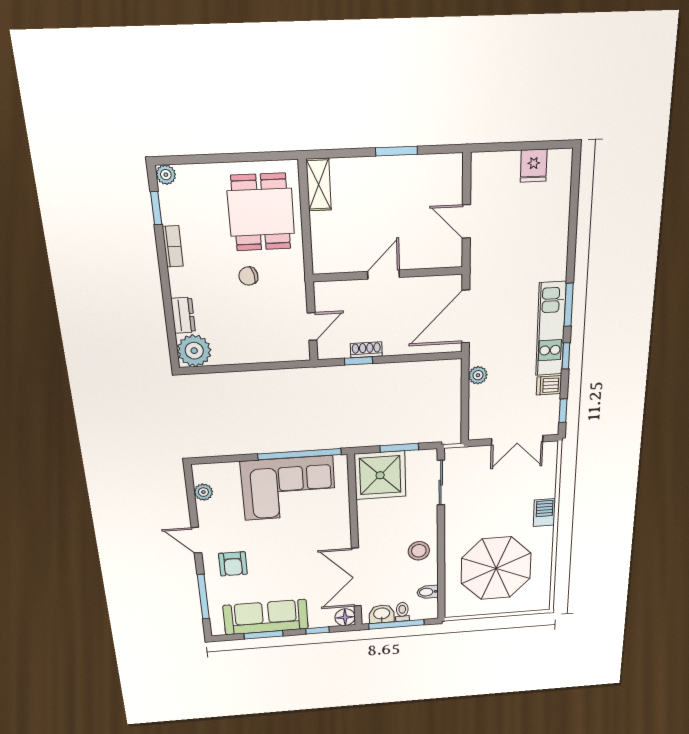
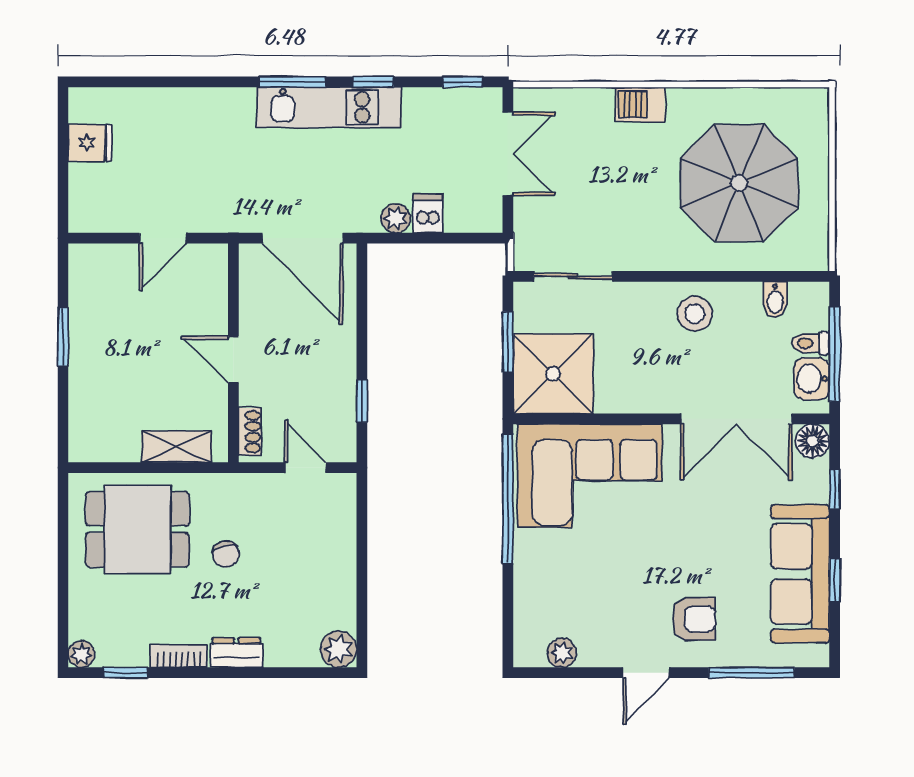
shelving: (319, 185) -> (177, 447), moved
dresser: (183, 315) -> (236, 653), moved
shoe rack: (366, 350) -> (250, 432), moved, turned 180
plant: (194, 351) -> (339, 649), width x0.73, depth x0.73
dishwasher: (549, 385) -> (428, 214), moved, turned 180
corner sofa: (289, 488) -> (590, 476), moved, turned 90
window: (264, 635) -> (835, 580), width x0.67

